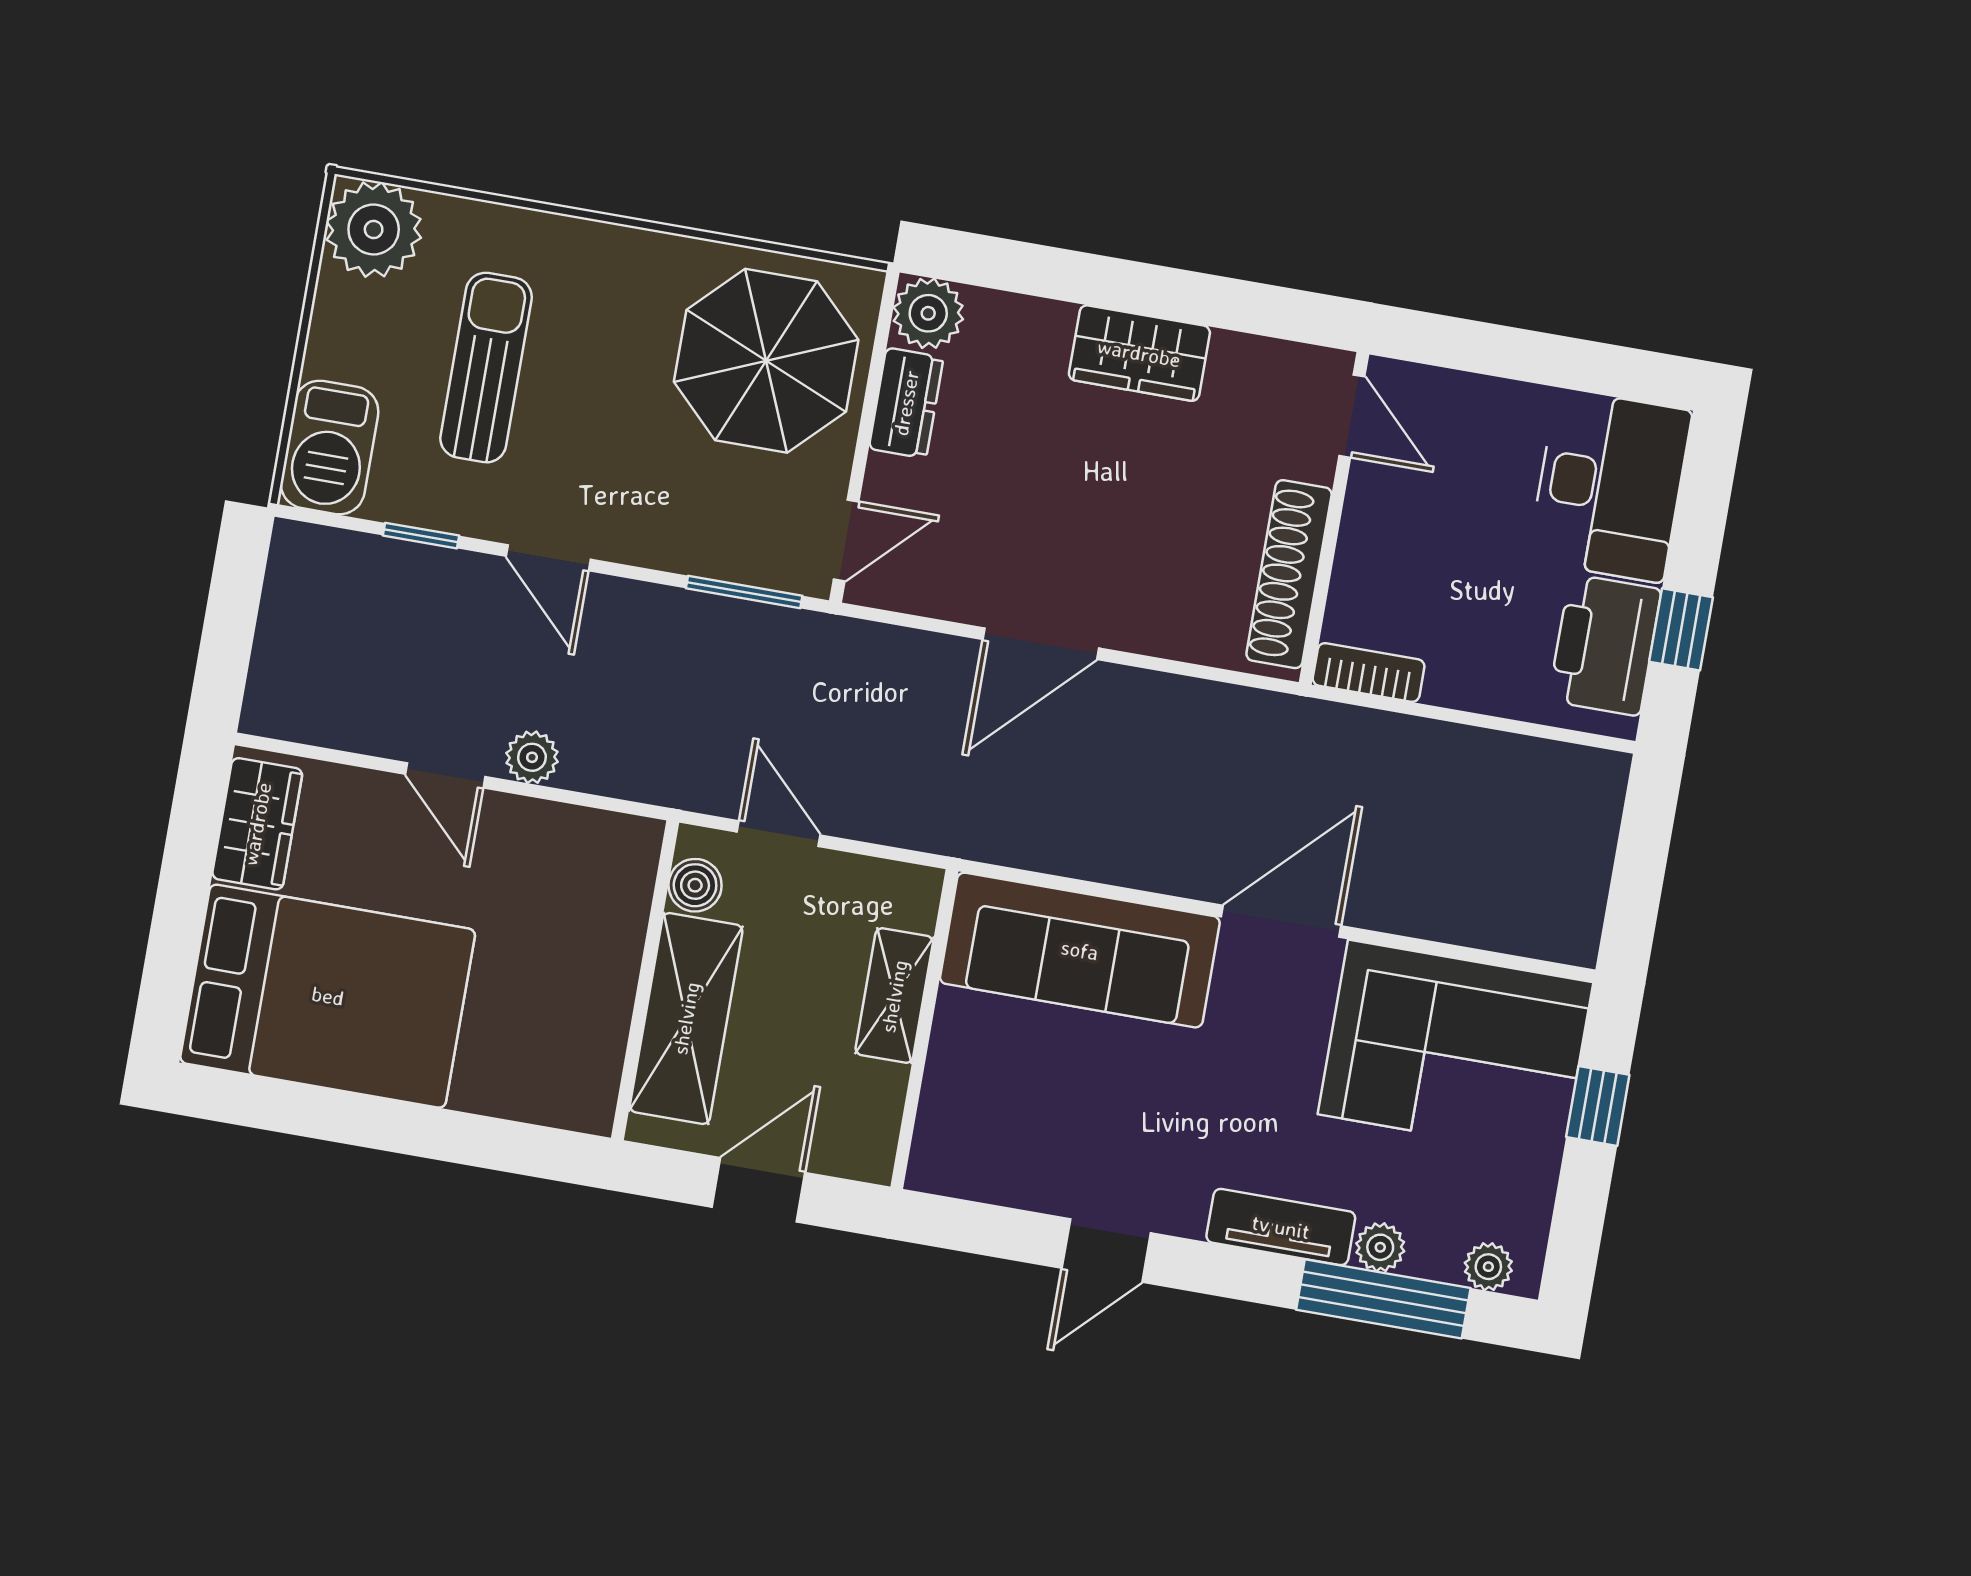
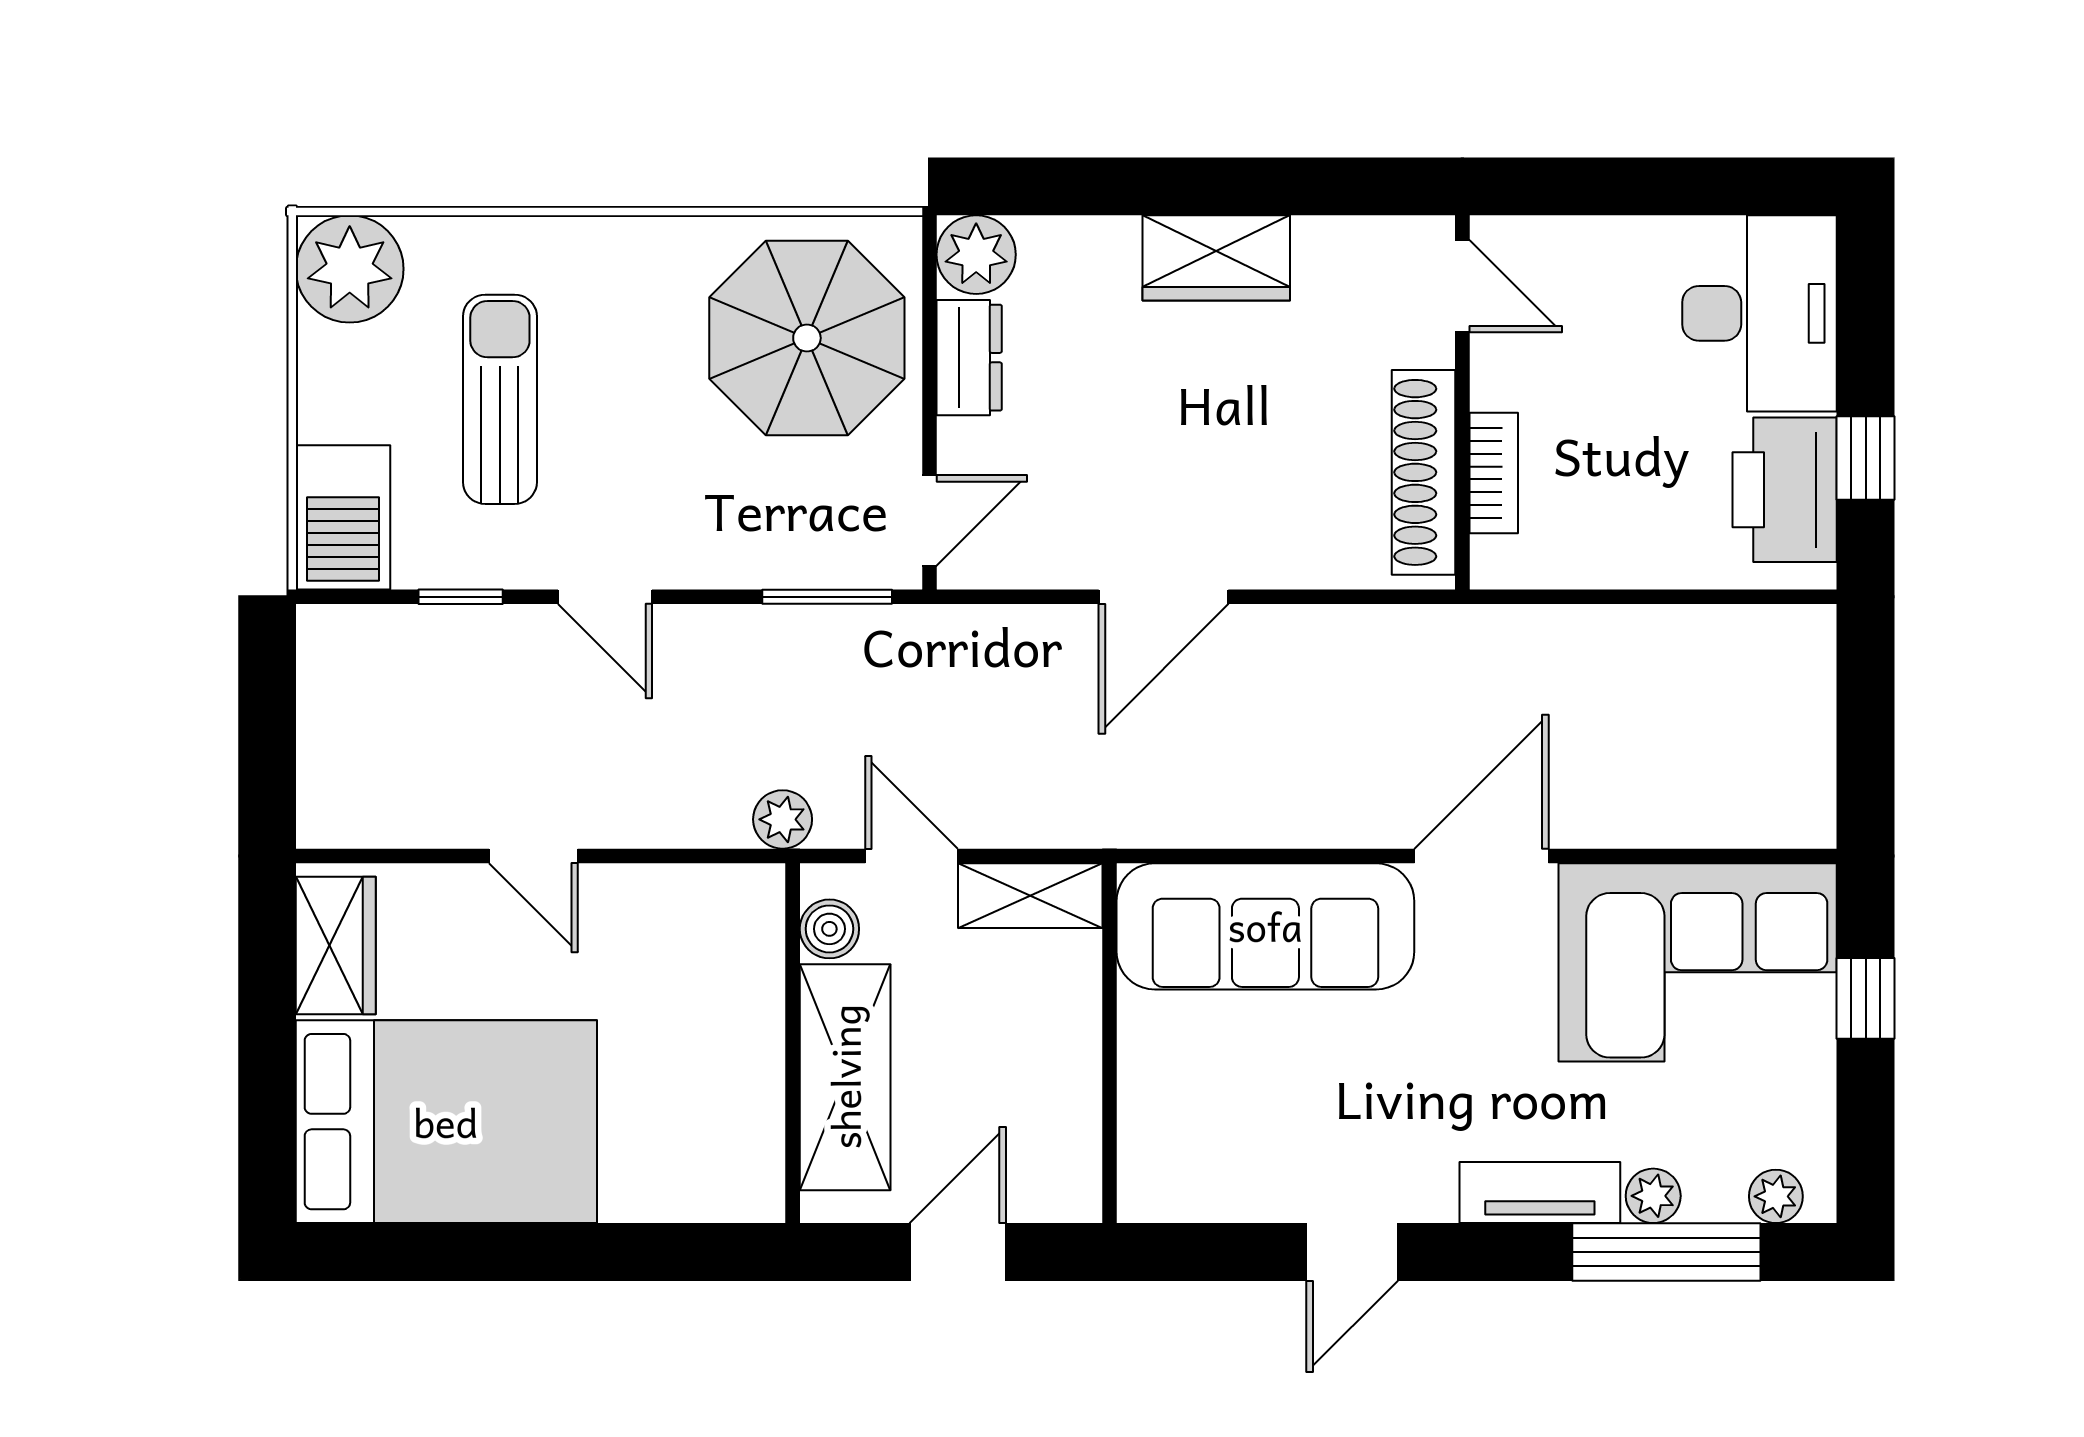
bookcase: (1369, 672) -> (1494, 473), moved, turned 90
plant: (532, 757) -> (783, 819), moved
shelving: (894, 996) -> (1030, 896), moved, turned 90

